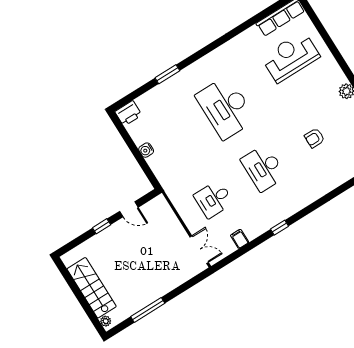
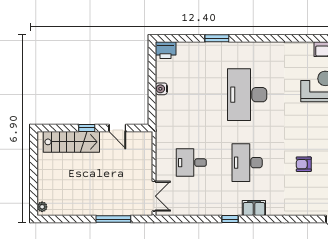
filing cabinet: (240, 239) -> (254, 208), moved, width x2.00
stairs: (92, 288) -> (71, 142), moved, turned 90
window: (148, 310) -> (113, 219), moved

